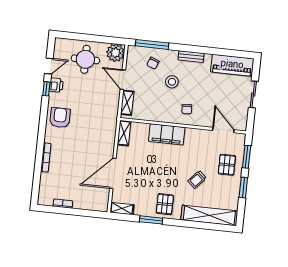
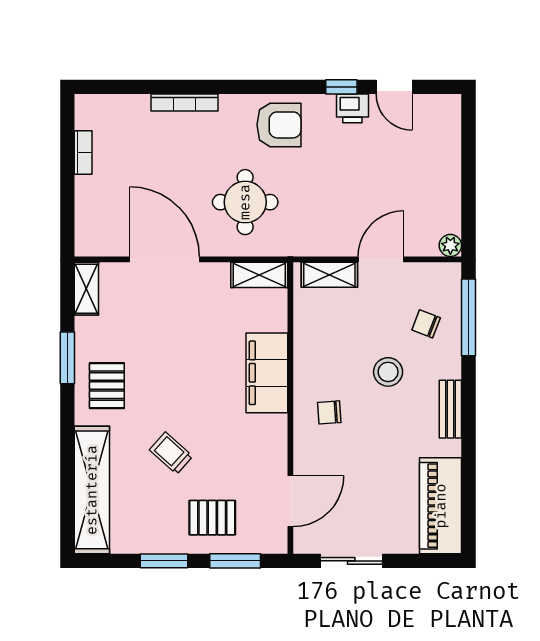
plant: (115, 53) -> (450, 245), width x0.53, depth x0.53
round table: (85, 59) -> (245, 202), moved
sliding door: (253, 94) -> (351, 561), moved
pallet: (165, 204) -> (107, 386), turned 90

